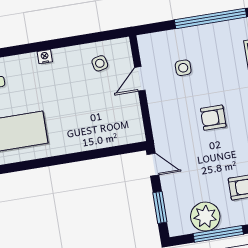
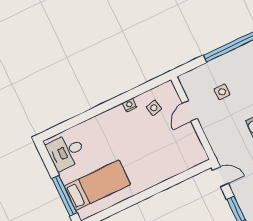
nightstand: (45, 57) -> (130, 105), moved

